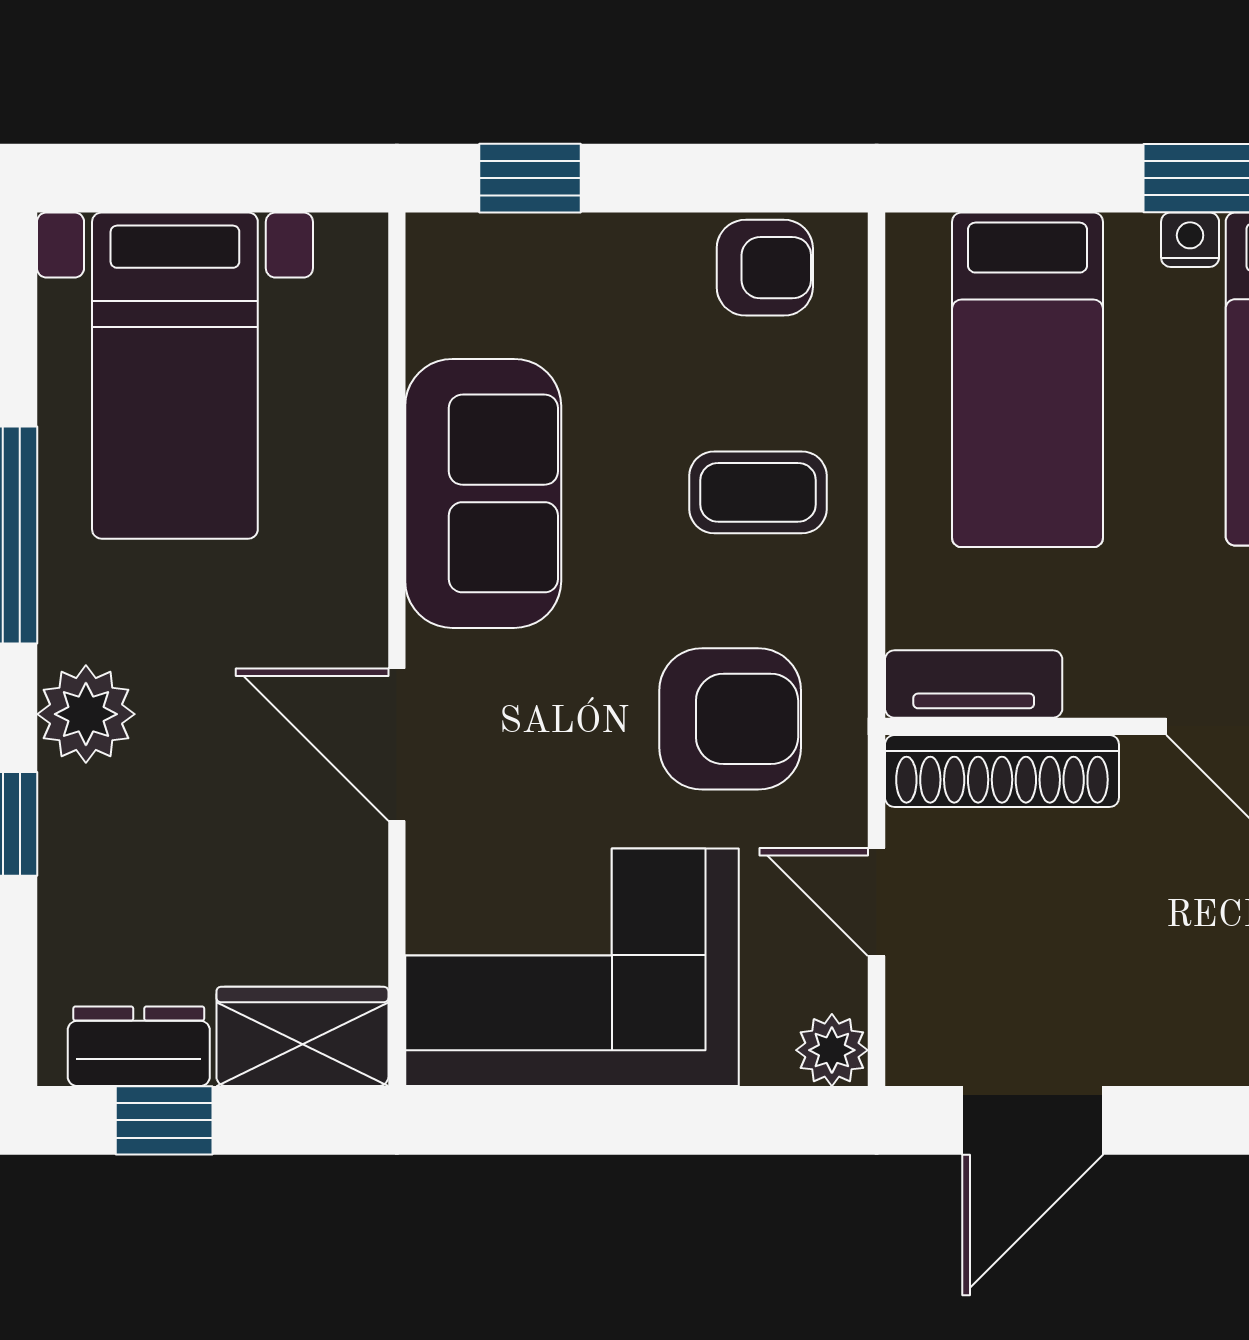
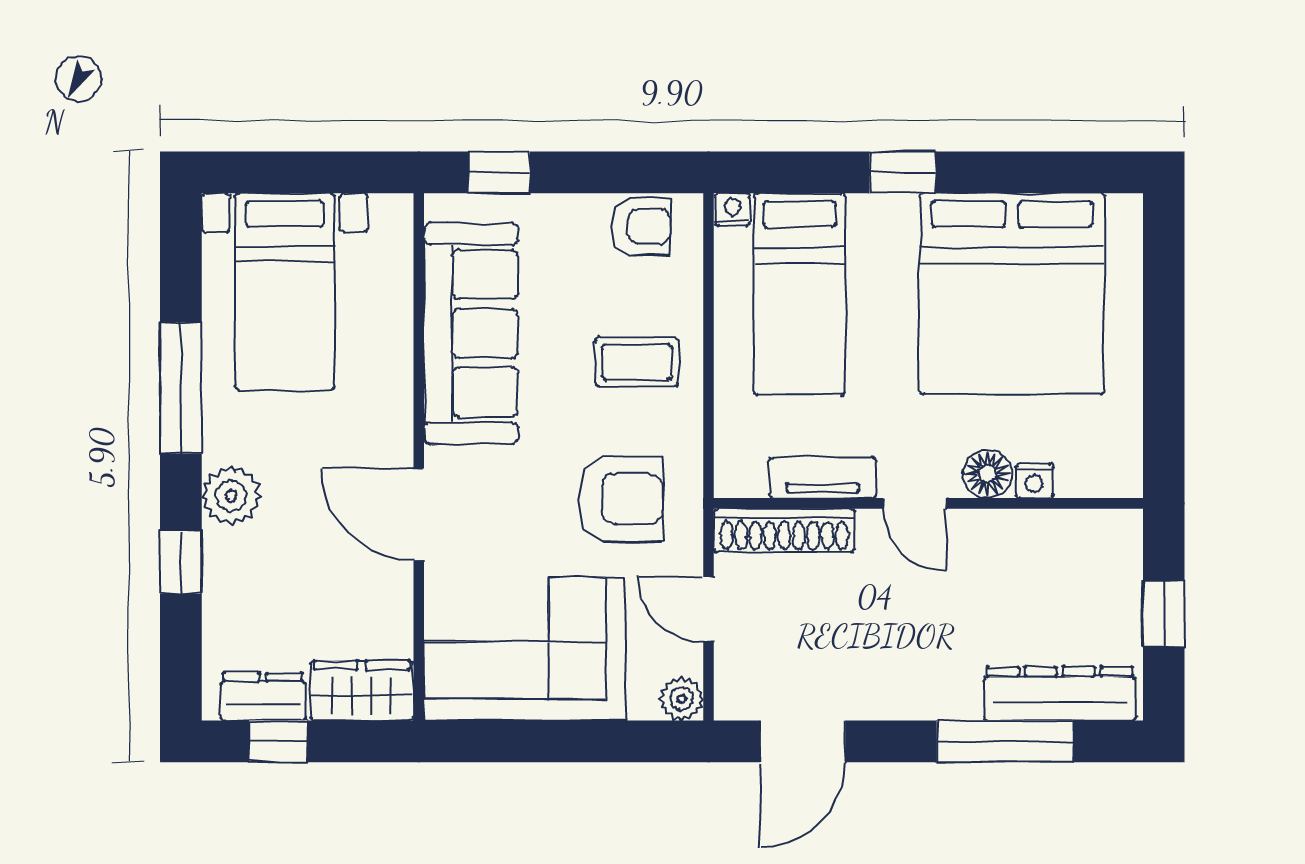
nightstand: (1190, 240) -> (733, 209), moved
sofa: (483, 493) -> (471, 333), width x1.36
tv unit: (974, 684) -> (822, 478), moved

